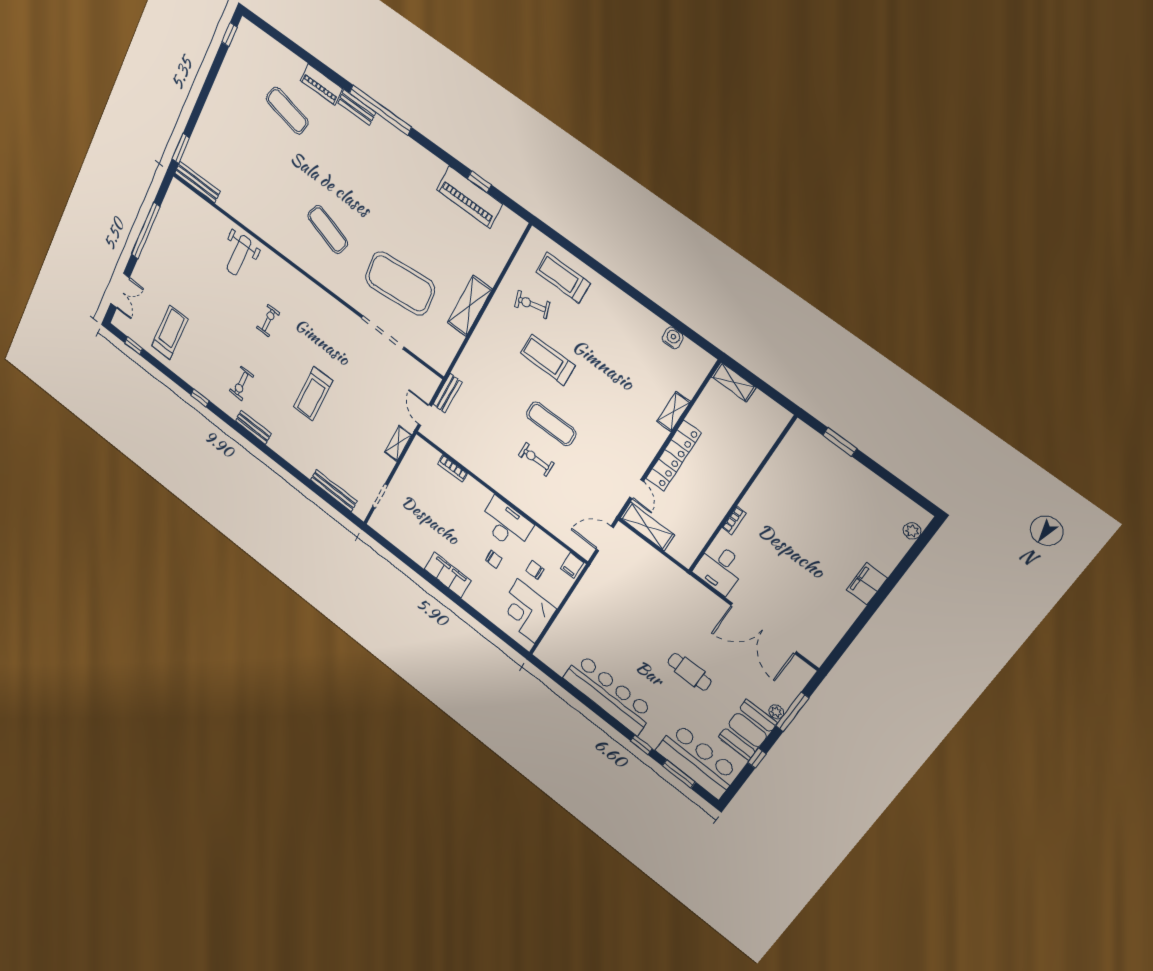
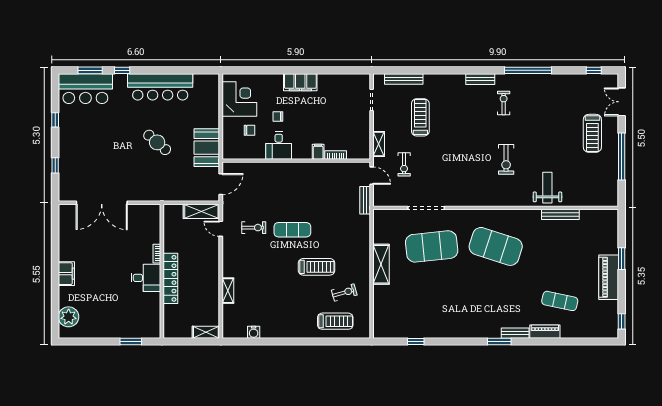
window: (380, 110) -> (499, 341), width x0.47
window: (181, 149) -> (622, 259), moved
bench: (197, 182) -> (560, 214), moved
piano: (470, 197) -> (609, 277), moved, turned -90
exercise mat: (328, 229) -> (496, 246), width x2.00, depth x1.45
exercise bike: (268, 320) -> (506, 159), width x1.38, depth x1.39
treadmill: (170, 332) -> (592, 133), moved
treadmill: (313, 394) -> (420, 117), moved
window: (200, 398) -> (528, 70), width x3.17
exercise bike: (382, 400) -> (404, 164), added
locker: (674, 456) -> (170, 278), moved, turned 180
exercise bike: (536, 459) -> (254, 228), moved
desk: (506, 524) -> (279, 146), width x0.73
plant: (912, 531) -> (69, 317), width x1.87, depth x1.87
filing cabinet: (572, 565) -> (318, 152), moved
desk: (720, 568) -> (146, 278), moved, turned 90
double door: (764, 628) -> (102, 203), swing flipped
cafe table: (690, 672) -> (157, 142), moved, turned 41
plant: (776, 712) -> (63, 158), removed
window: (792, 712) -> (55, 165), width x0.46
booth: (748, 730) -> (207, 148), moved

